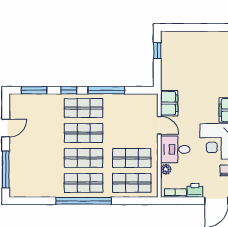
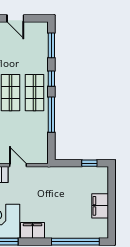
filing cabinet: (169, 103) -> (100, 206), moved, turned 90
door: (159, 125) -> (18, 165), swing flipped

